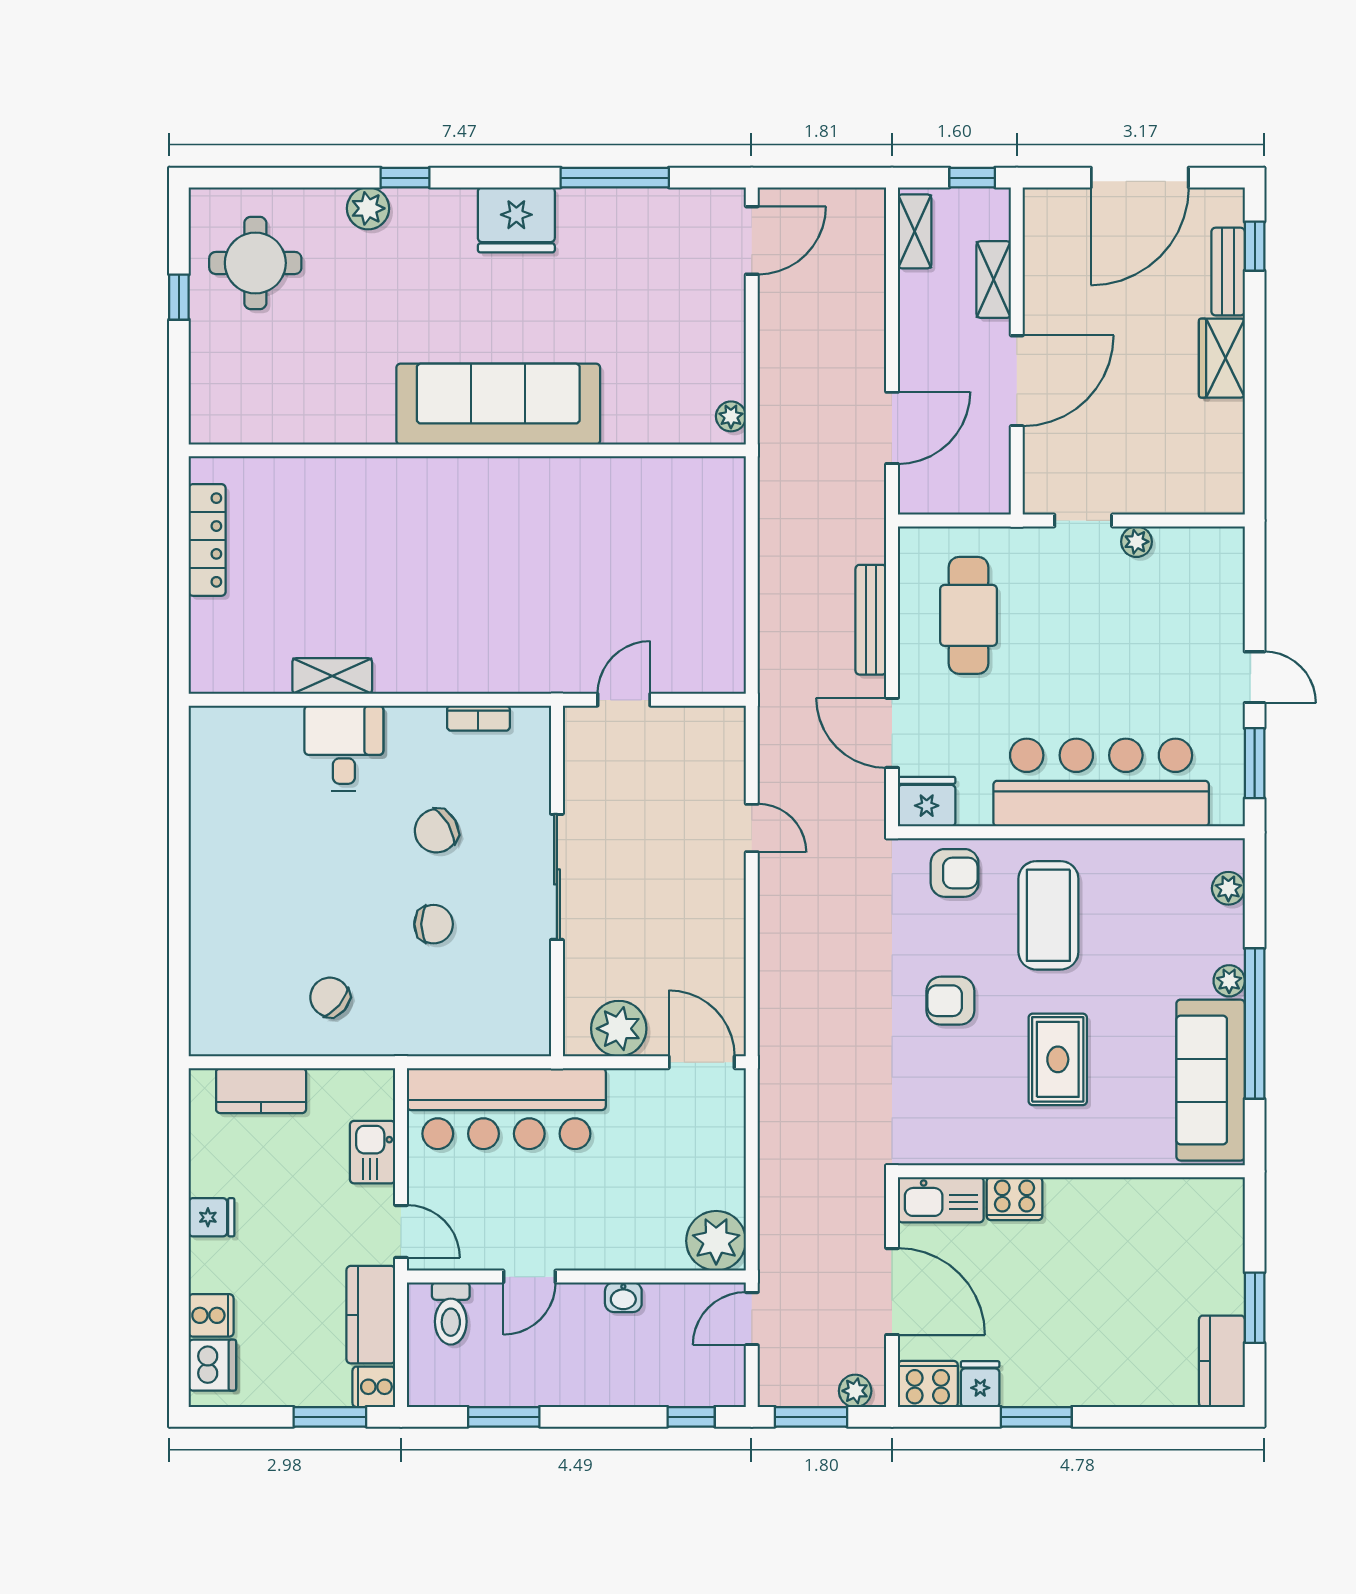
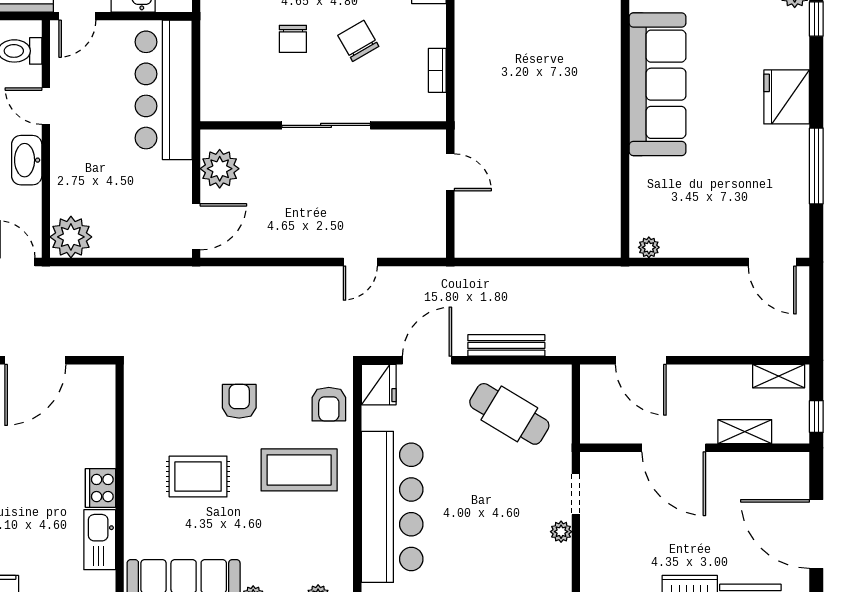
cafe table: (969, 615) -> (509, 414), turned 31
cooker: (1014, 1199) -> (100, 488), moved
kitchen sink: (941, 1200) -> (100, 540), moved
washbasin: (623, 1297) -> (27, 160), width x1.91, depth x1.45

